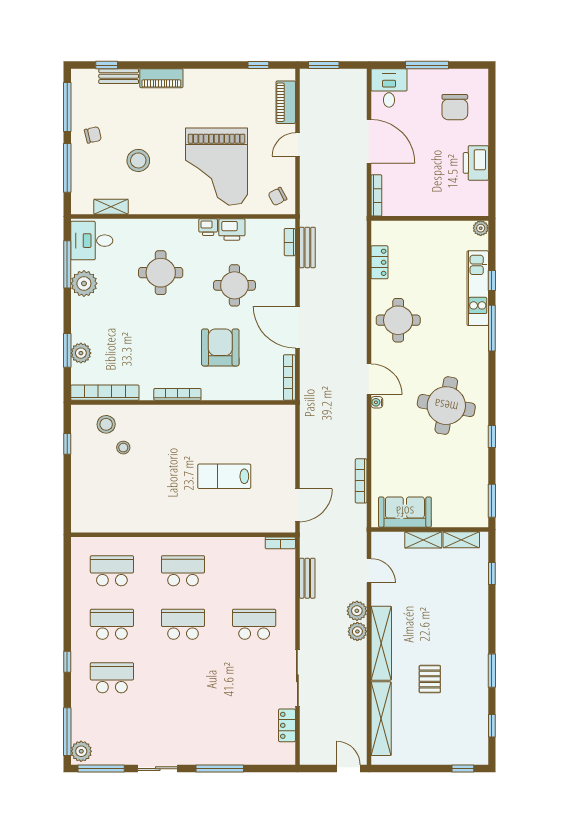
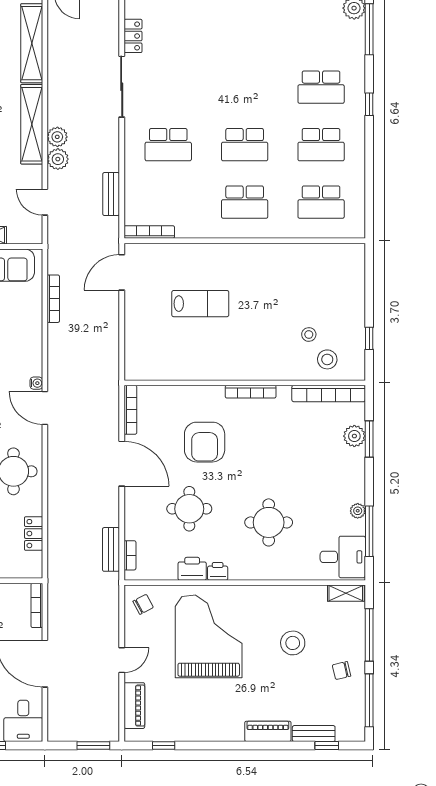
shelving: (111, 207) -> (346, 593), moved
plant: (84, 283) -> (358, 511), width x0.53, depth x0.53
bookcase: (280, 543) -> (149, 232), width x1.56

